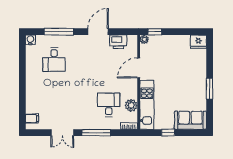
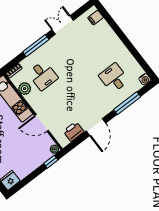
door: (139, 68) -> (42, 123), swing flipped

